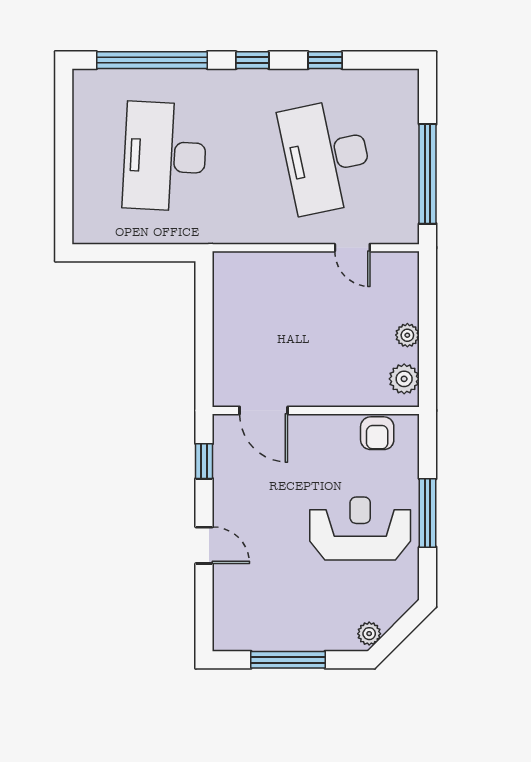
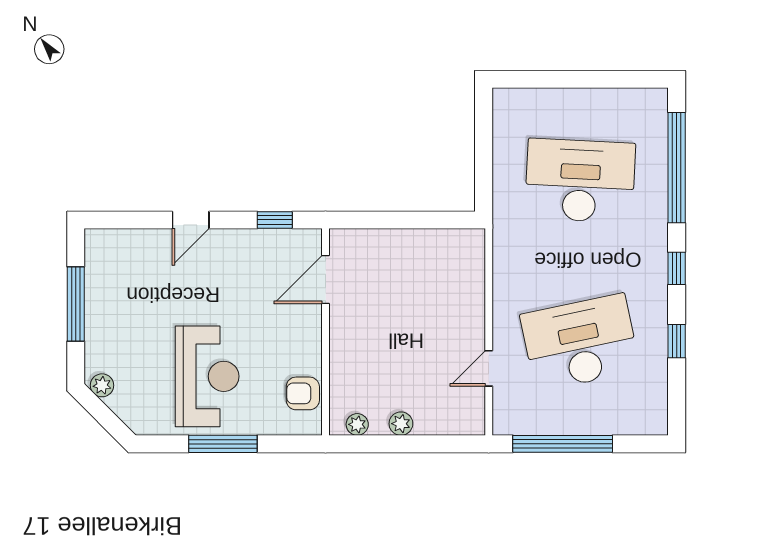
plant: (404, 379) -> (357, 424), width x0.73, depth x0.73

